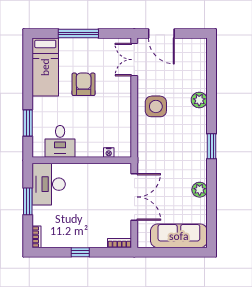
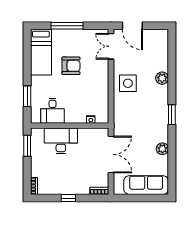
armchair: (84, 84) -> (71, 66), turned 90
desk: (49, 184) -> (61, 141), moved, turned 90
window: (28, 201) -> (27, 146), moved

